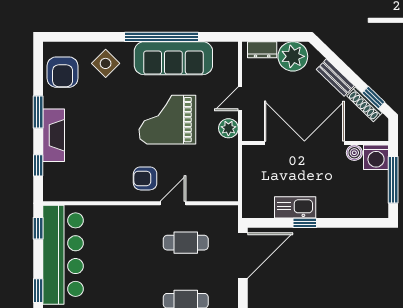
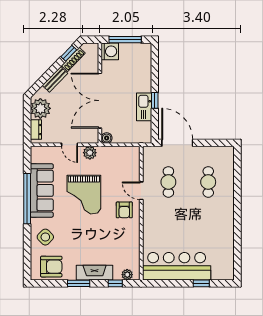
boiler: (354, 153) -> (107, 138), moved
plant: (51, 183) -> (127, 275), added
window: (38, 228) -> (158, 283), removed

